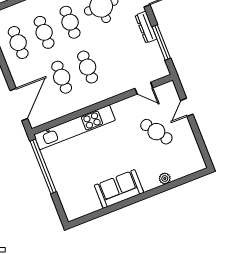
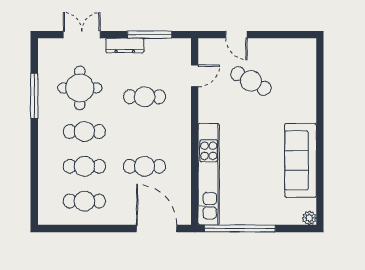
cafe table: (88, 67) -> (144, 97), moved
cafe table: (156, 132) -> (251, 81), turned 64
plant: (165, 178) -> (309, 218), moved
sofa: (119, 189) -> (301, 160), width x1.36

